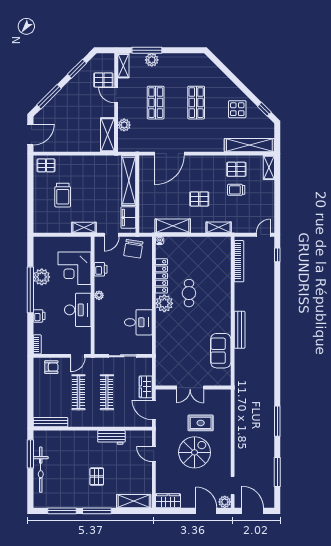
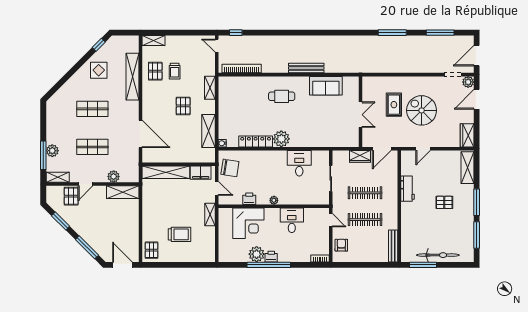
shelving: (249, 145) -> (132, 77), moved
cafe table: (189, 293) -> (282, 96), moved
desk: (78, 310) -> (292, 220), width x0.73
printer: (39, 316) -> (271, 257), moved

